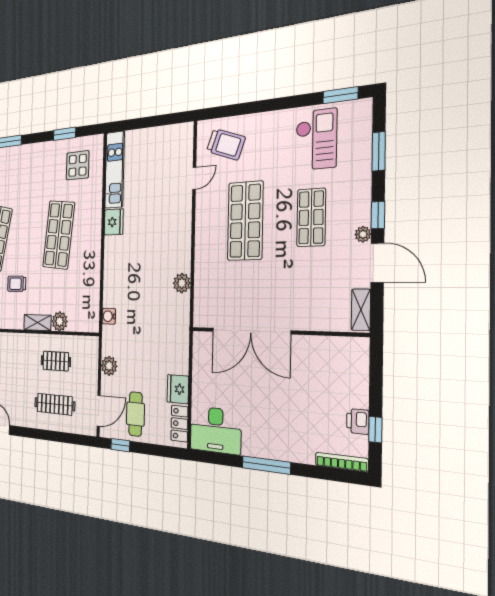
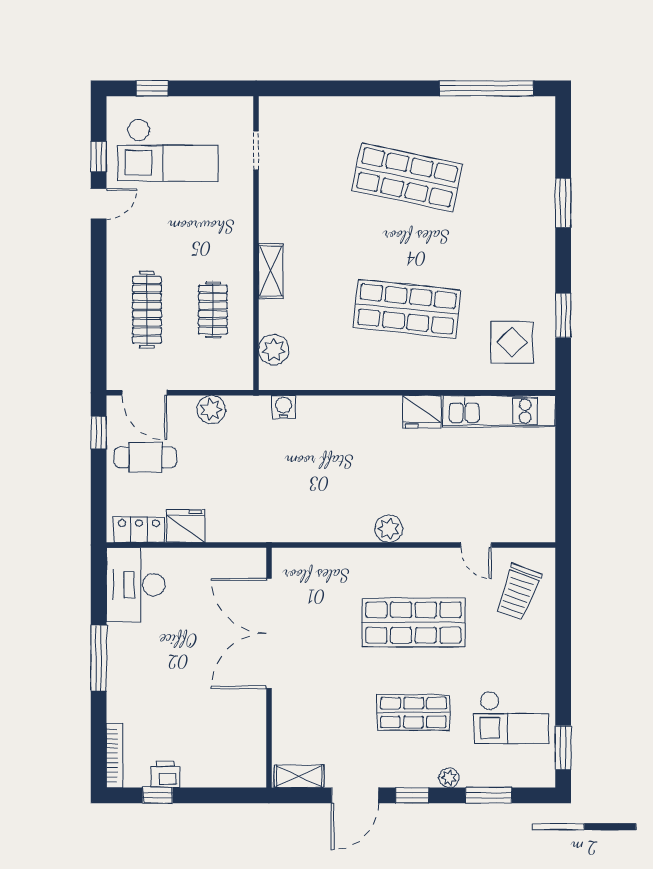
plant: (363, 234) -> (449, 778), moved
plant: (182, 283) -> (389, 529), moved
trolley: (17, 284) -> (332, 226), removed
plant: (60, 321) -> (274, 350), moved

